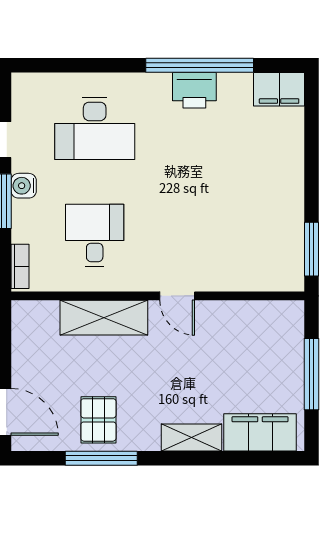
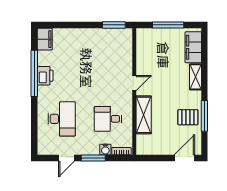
water cooler: (24, 186) -> (105, 150), moved

